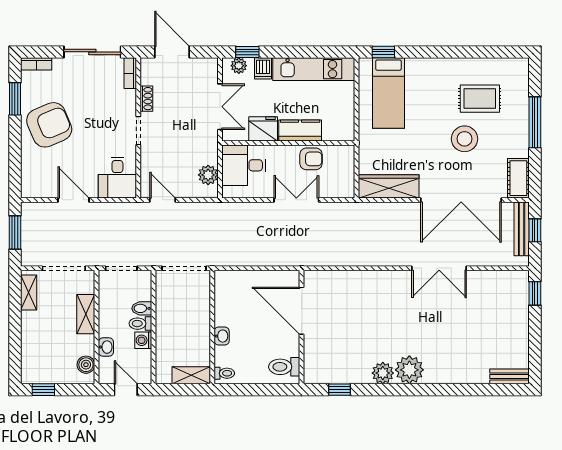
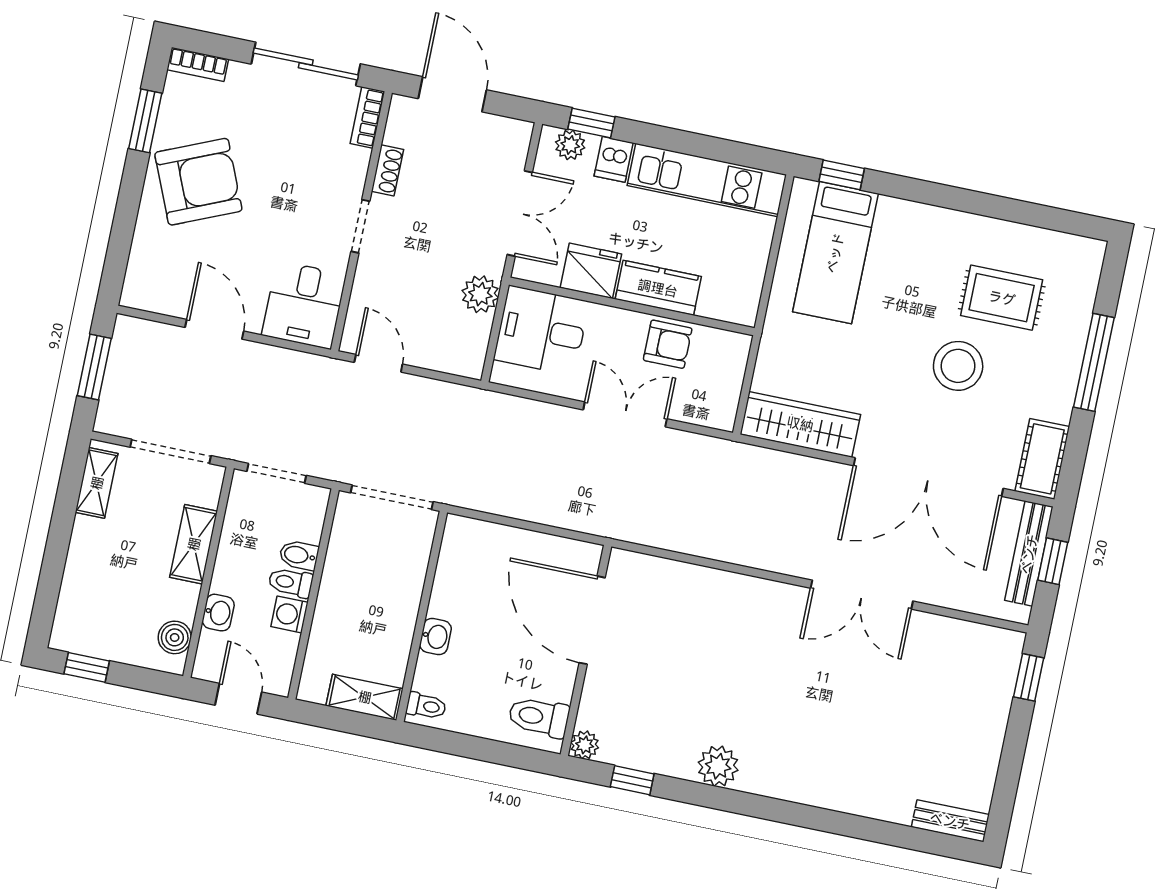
plant: (208, 175) -> (480, 294), moved
plant: (409, 370) -> (585, 745), moved, width x0.53, depth x0.53

